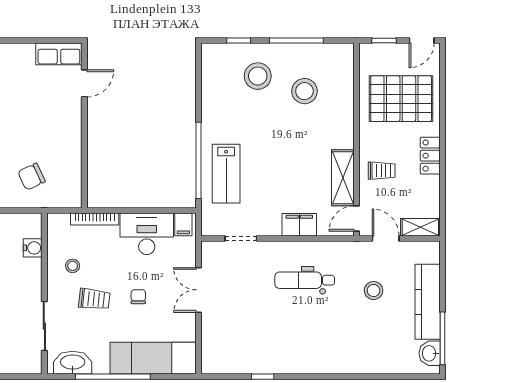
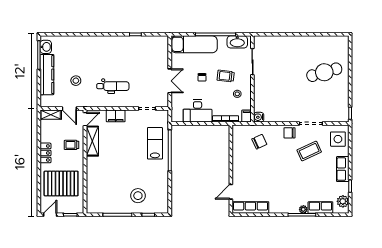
row of seats: (59, 54) -> (250, 208), width x1.48
stool: (304, 91) -> (113, 188), removed
filing cabinet: (183, 224) -> (247, 116), moved
water cooler: (33, 248) -> (259, 117), moved

